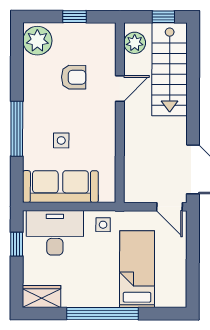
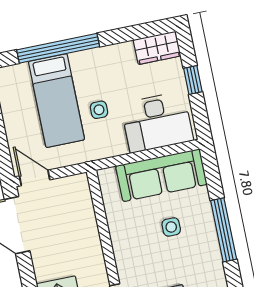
side table: (103, 225) -> (99, 110), moved
window: (17, 244) -> (193, 80), moved
window: (102, 314) -> (58, 48), moved

